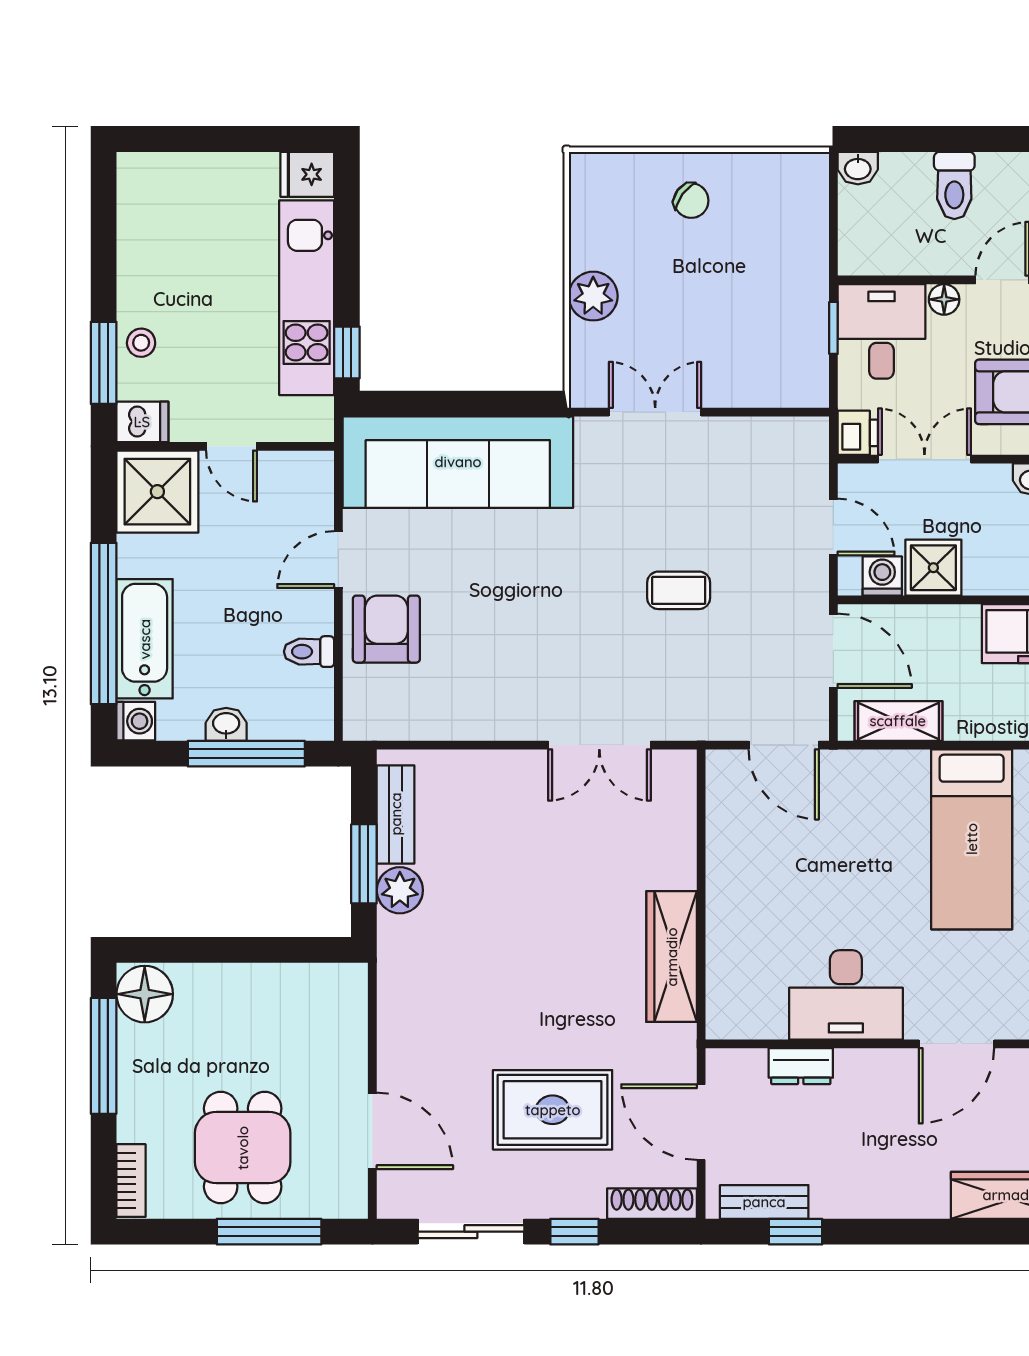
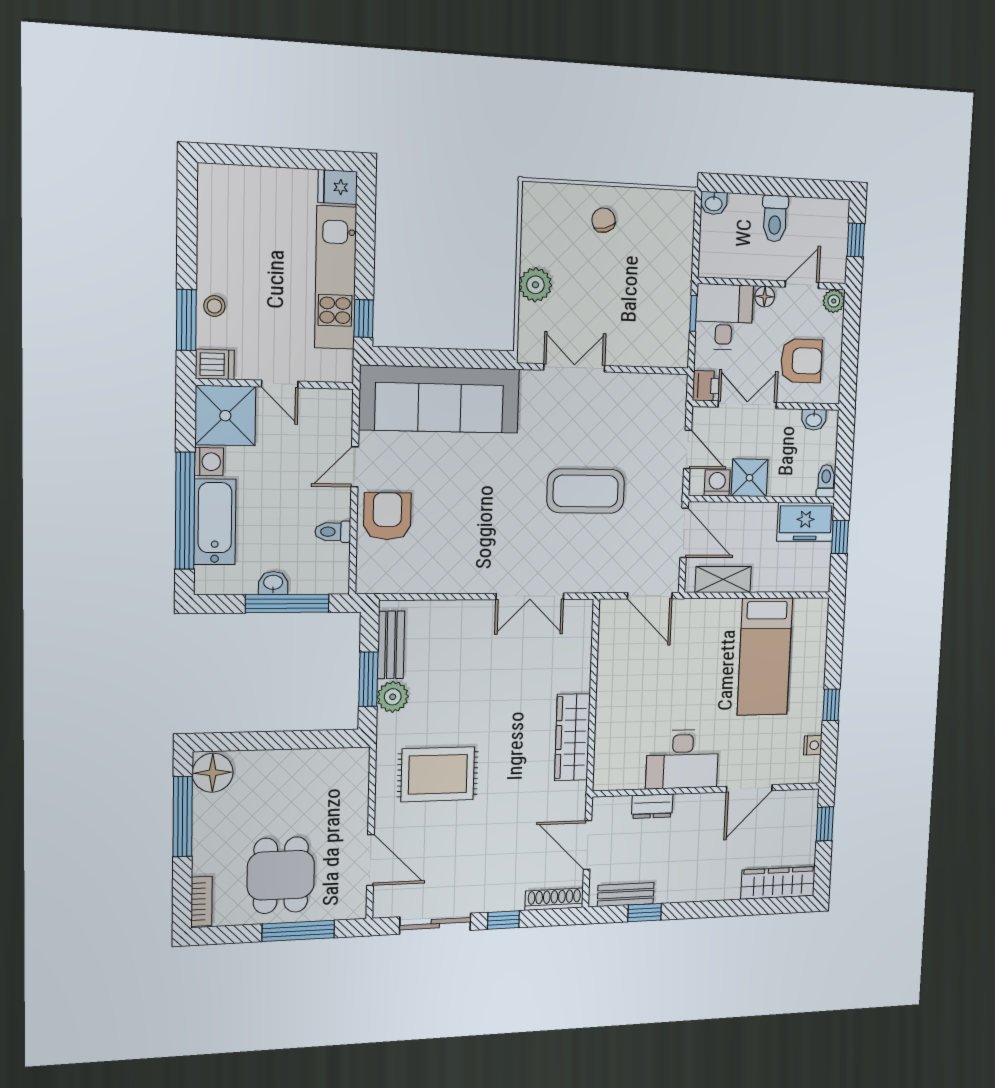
chair: (691, 201) -> (604, 220), turned -141
coffee table: (679, 590) -> (586, 491), width x1.86, depth x1.72
washing machine: (136, 721) -> (209, 462), moved
rug: (553, 1110) -> (438, 774), moved

